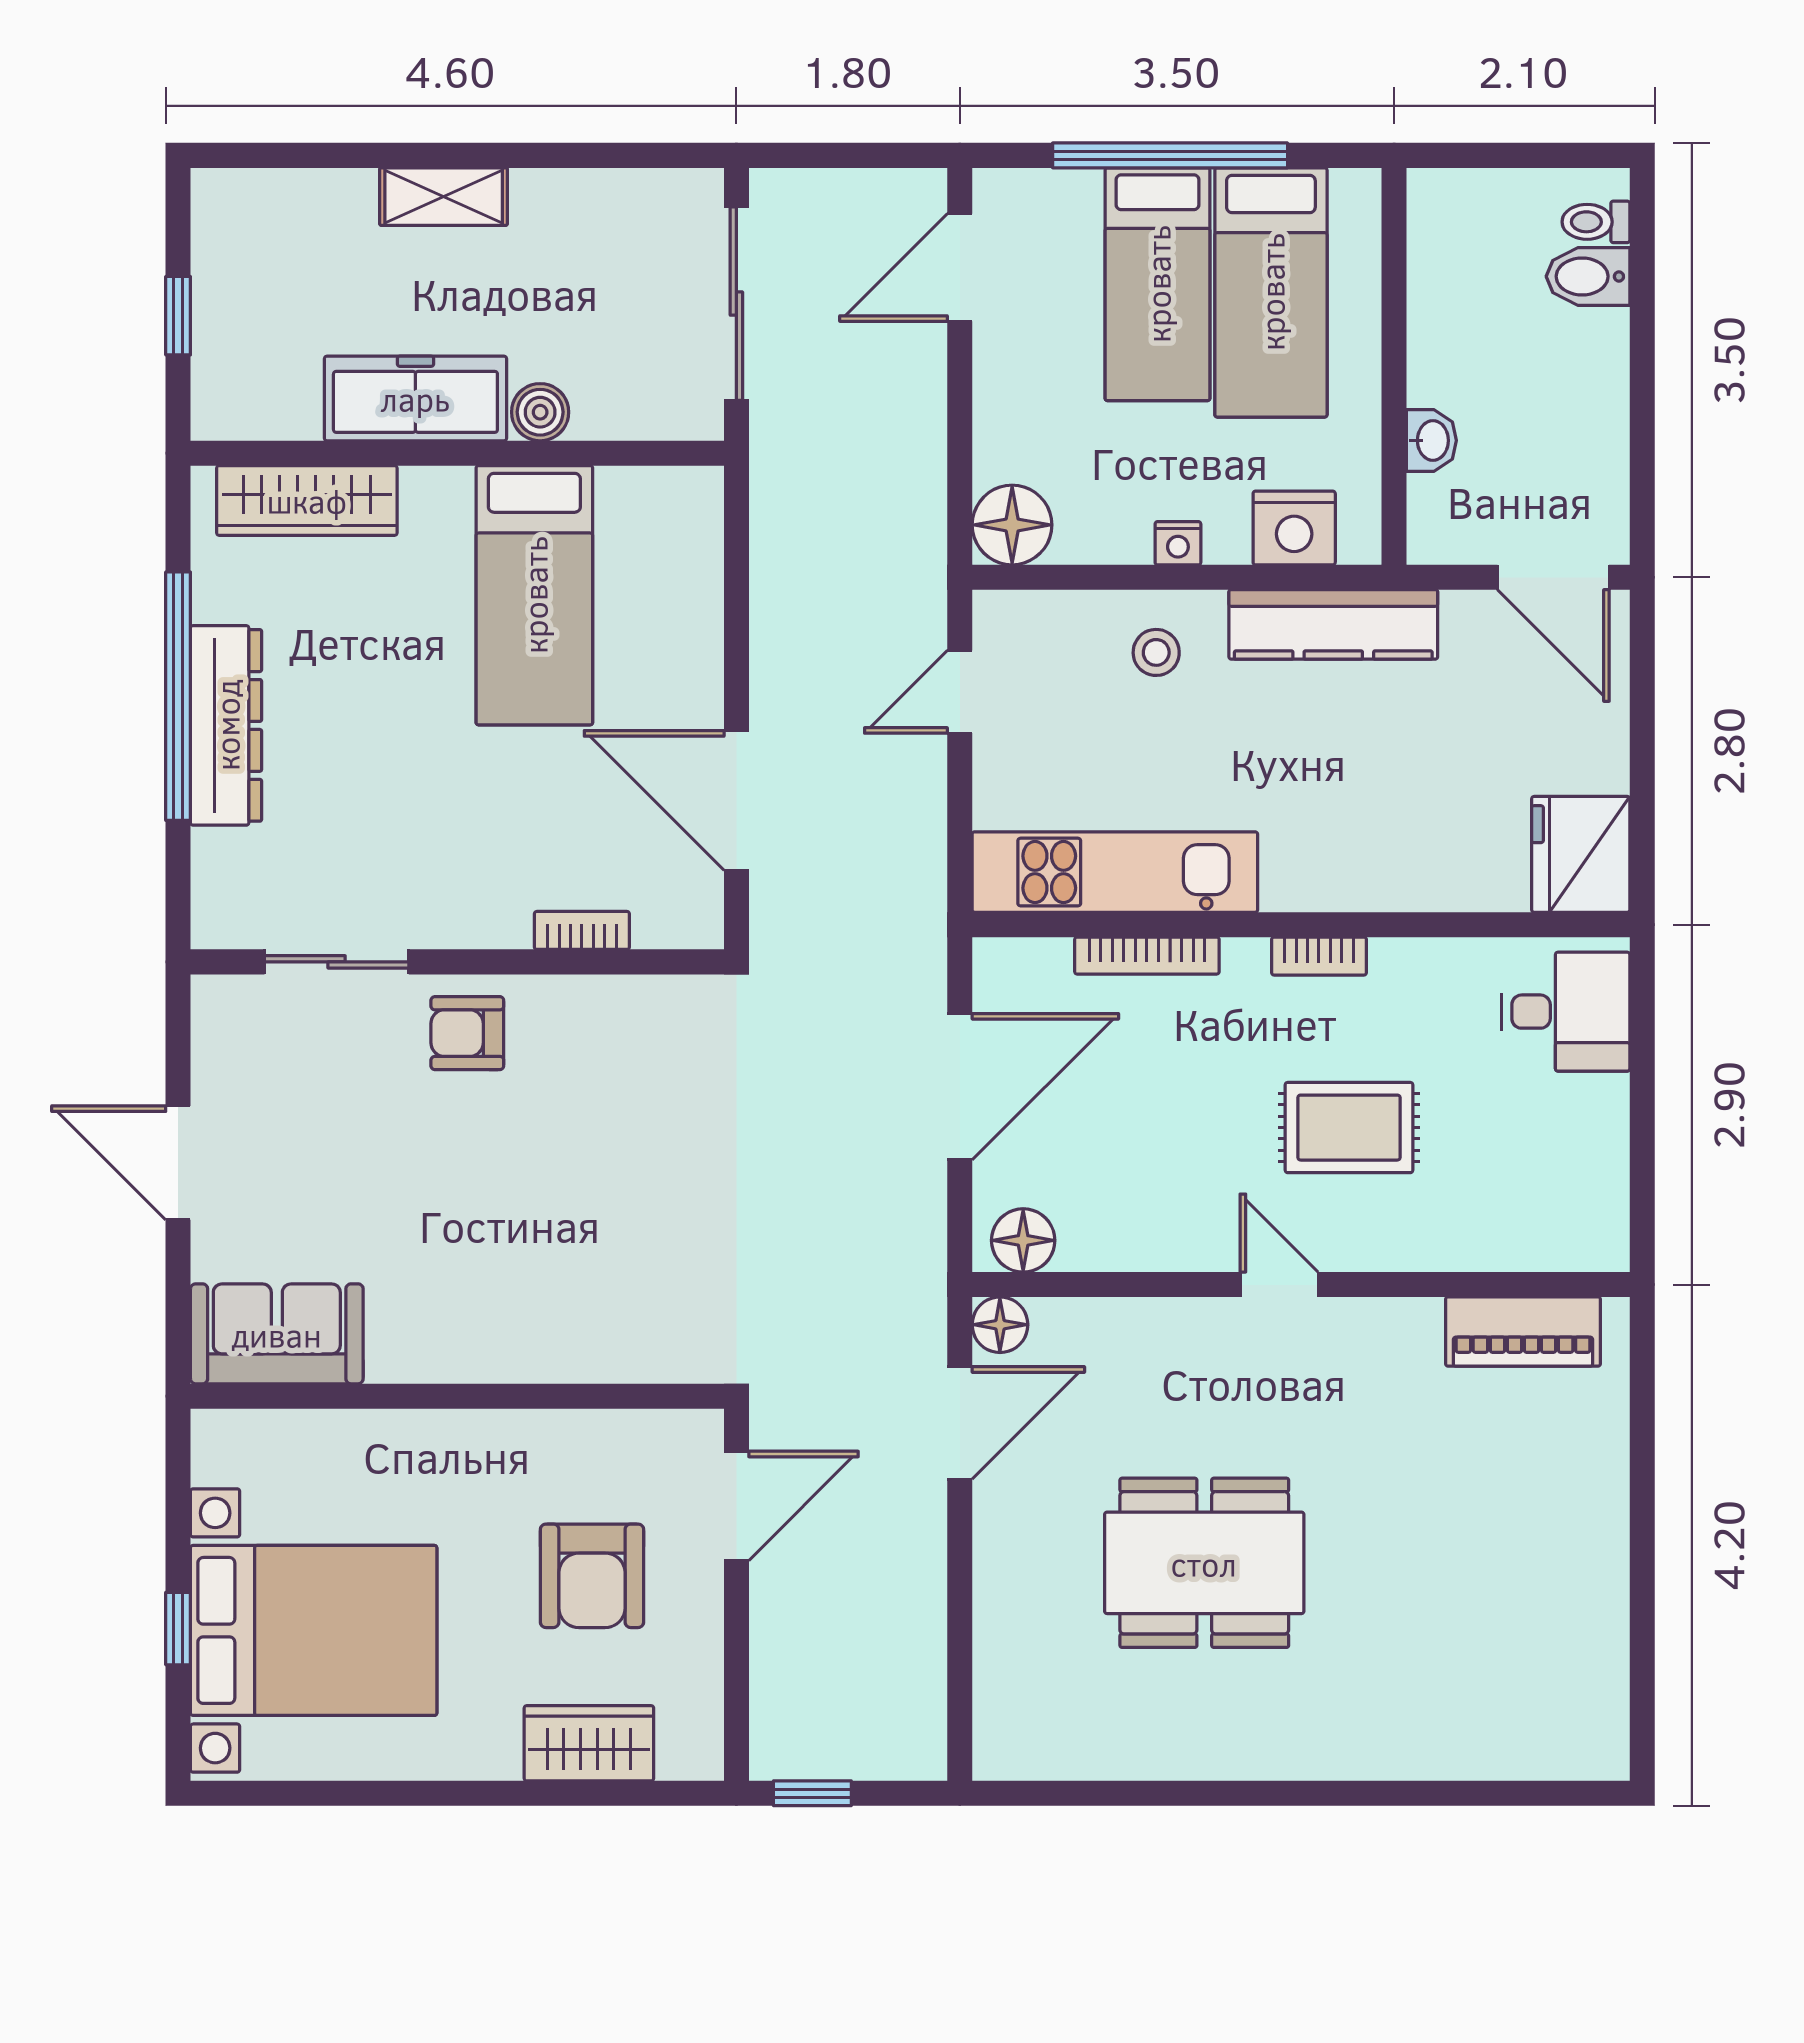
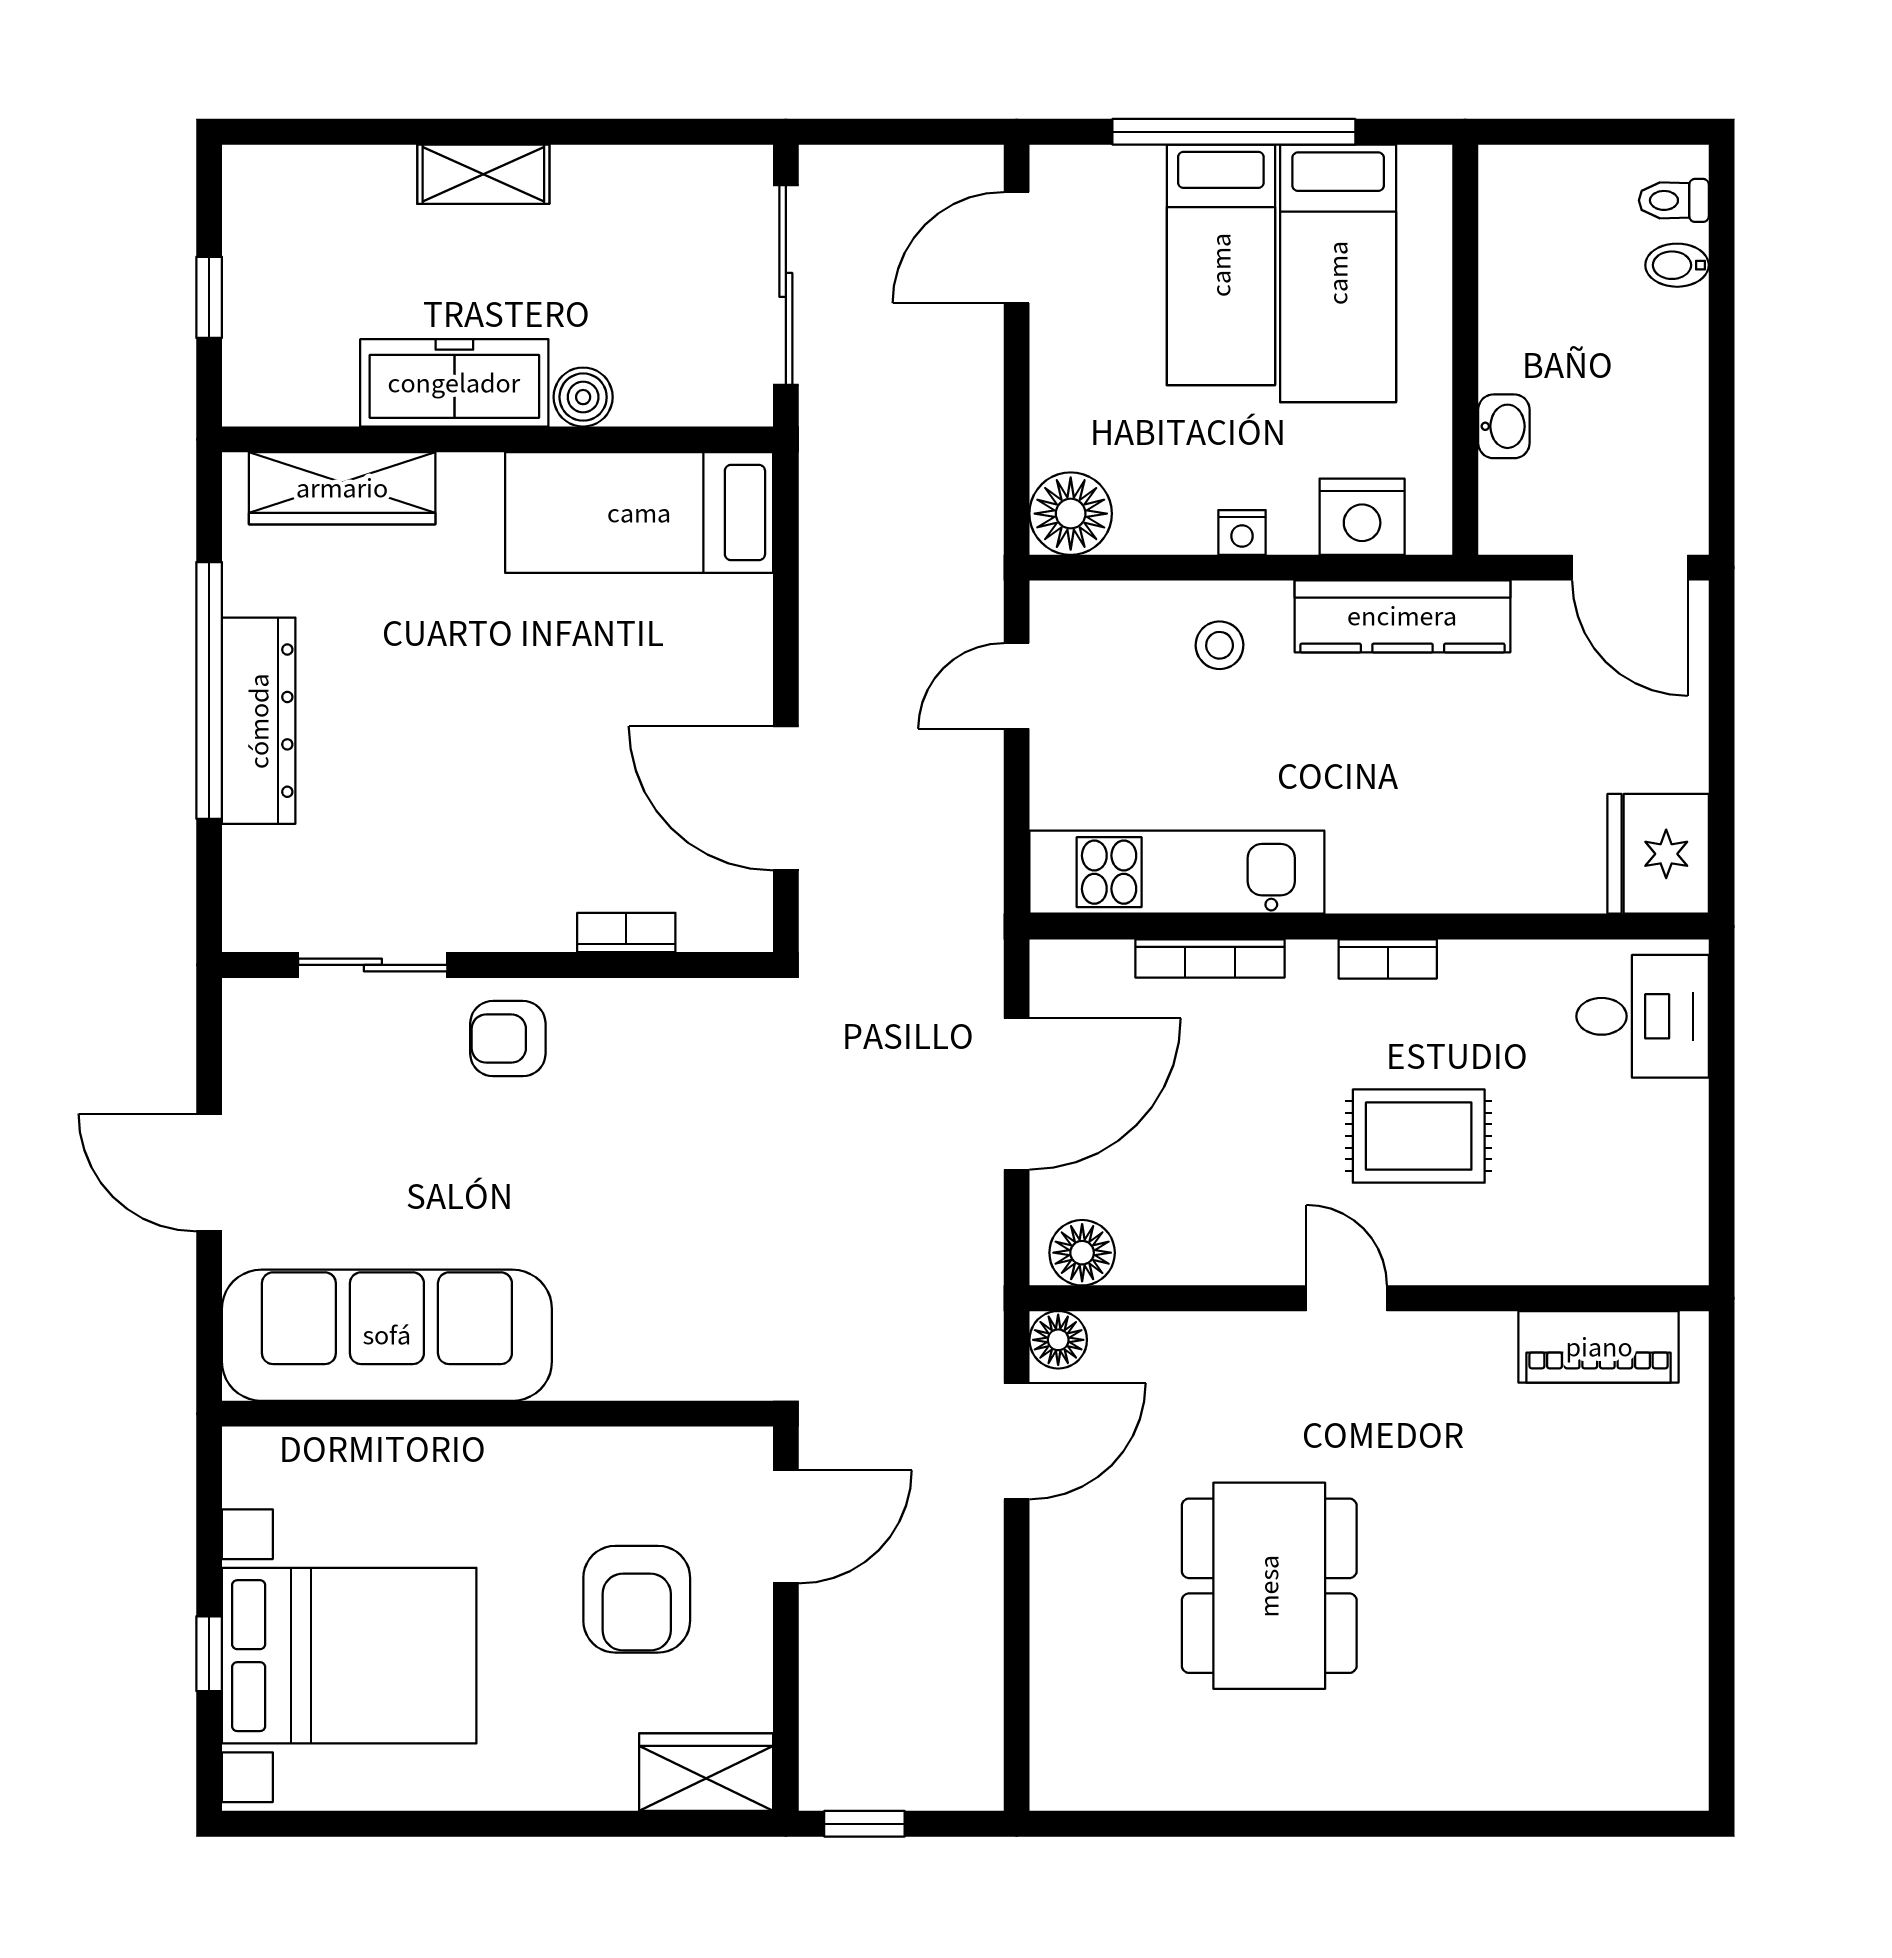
bidet: (1588, 276) -> (1677, 265), width x0.72, depth x0.74
bed: (534, 595) -> (639, 513), moved, turned 90
sofa: (277, 1334) -> (387, 1335), width x1.85, depth x1.27
dining table: (1204, 1563) -> (1269, 1586), turned 90
wardrobe: (589, 1743) -> (706, 1772), moved

